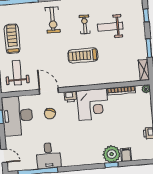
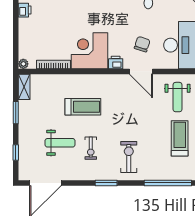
treadmill: (12, 39) -> (180, 138), turned 180
treadmill: (83, 55) -> (83, 107), moved

